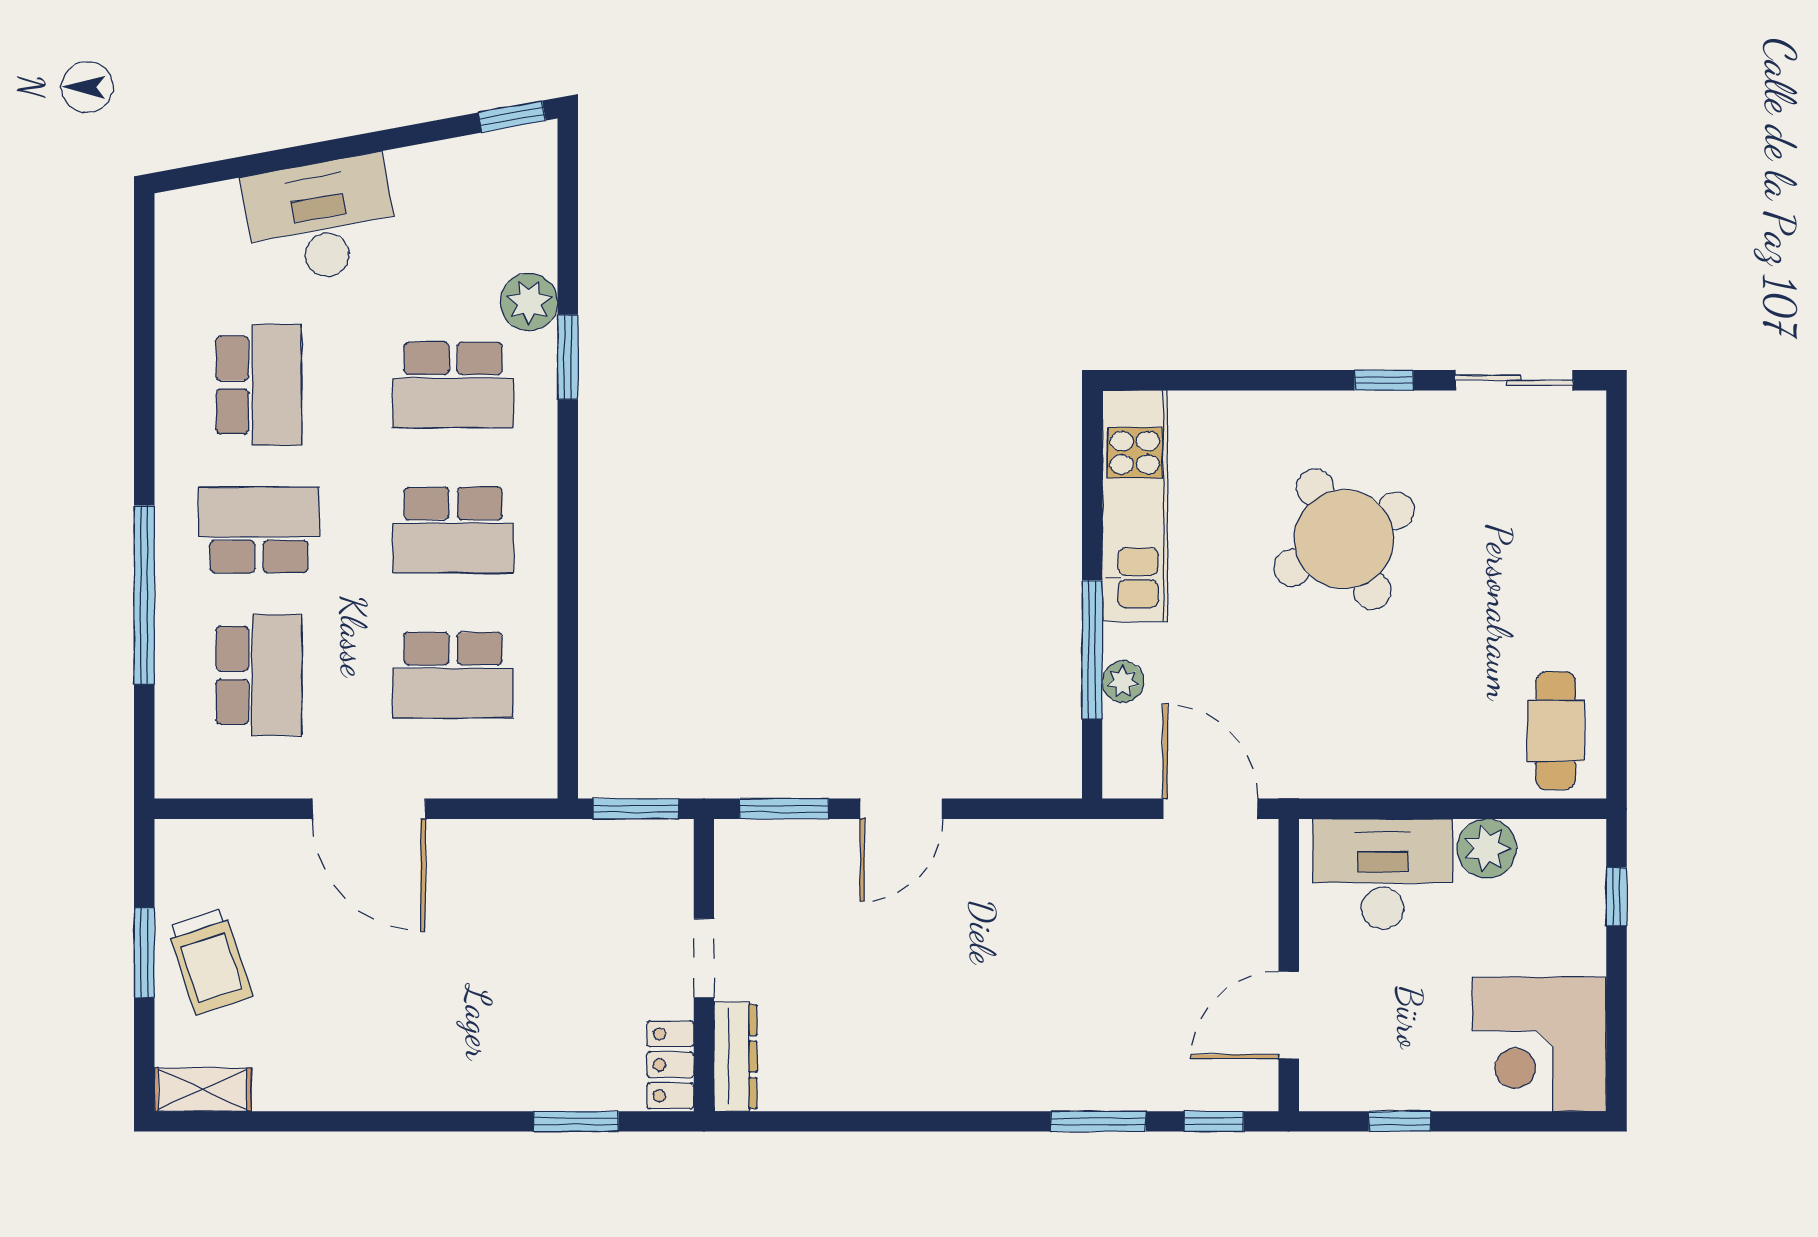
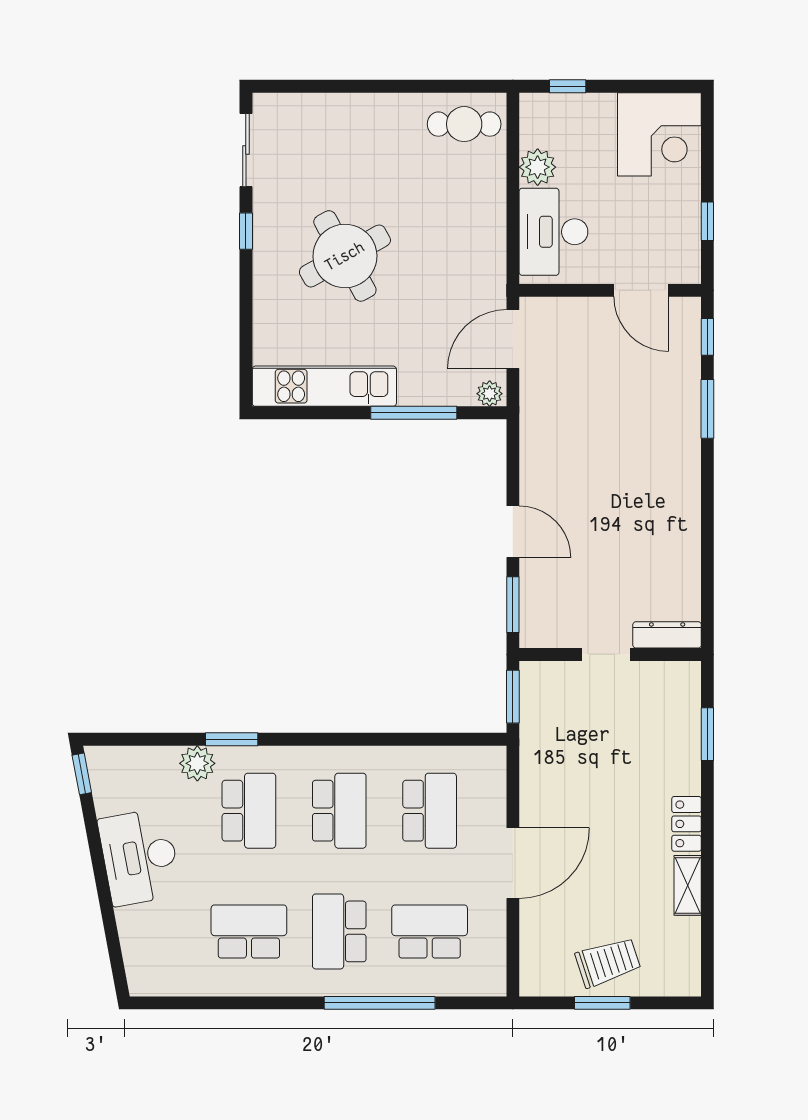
desk: (321, 220) -> (140, 857), moved
plant: (1123, 682) -> (490, 394), moved
locker: (670, 1065) -> (687, 824), moved, turned 90
shelving: (203, 1090) -> (688, 885), moved

